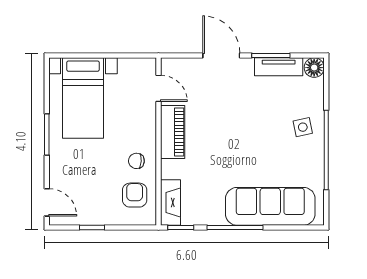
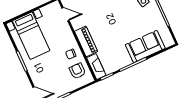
piano: (173, 132) -> (86, 41), moved
sofa: (270, 206) -> (145, 46), width x0.73

